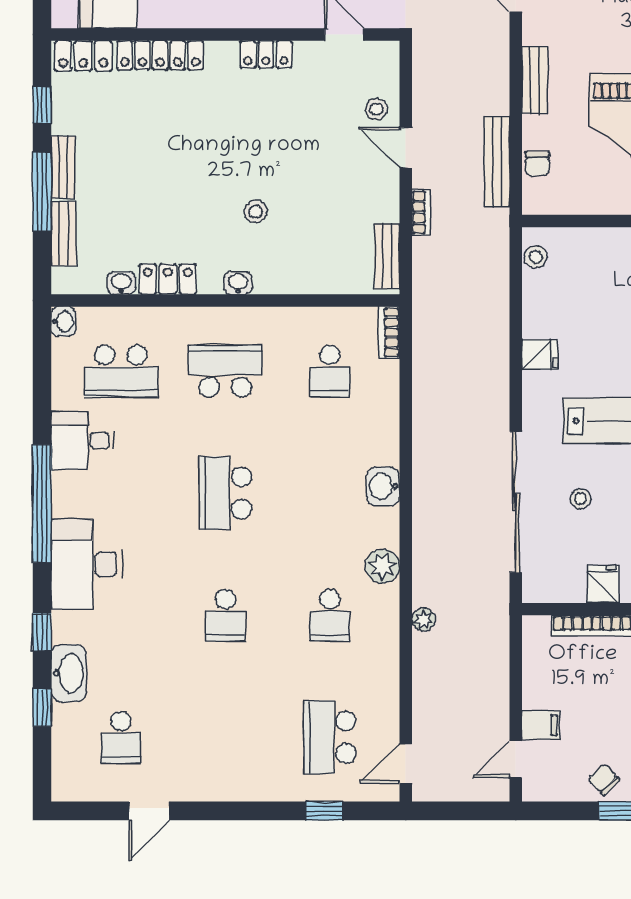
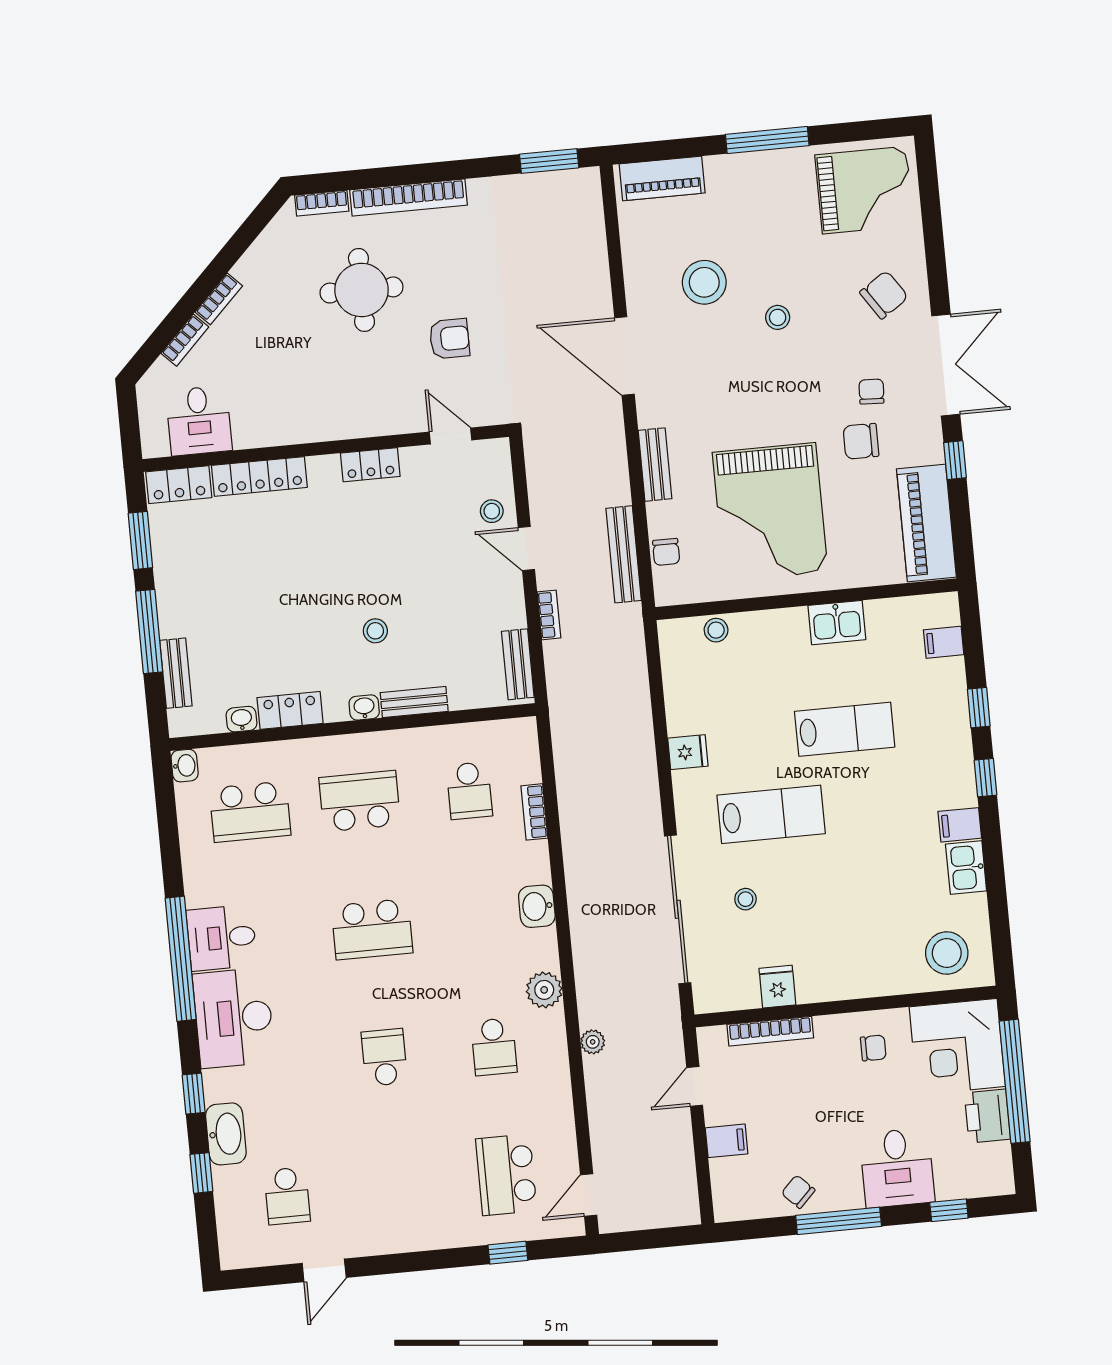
window: (42, 105) -> (140, 540), width x1.50
bench: (63, 167) -> (414, 702), moved, turned 90
stool: (536, 257) -> (716, 630), moved
bookcase: (389, 332) -> (534, 812), moved
desk: (83, 440) -> (222, 938), moved
school desk: (225, 493) -> (372, 929), turned -90
school desk: (225, 615) -> (384, 1057), turned 180
door: (516, 759) -> (695, 1086), moved

